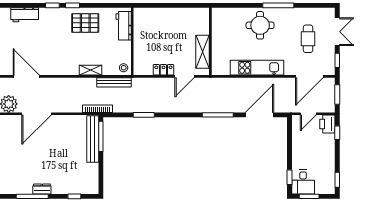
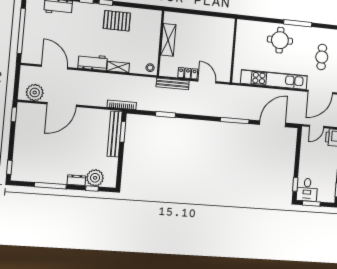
workbench: (124, 26) -> (93, 62), moved, turned 90
shelving: (203, 52) -> (168, 40), moved
kitchen unit: (257, 68) -> (274, 79), width x1.36
door: (185, 76) -> (207, 81), swing flipped
bench: (114, 82) -> (173, 84), moved
window: (101, 136) -> (123, 132), width x0.69
plant: (77, 185) -> (95, 178), added
dresser: (42, 189) -> (76, 180), moved

